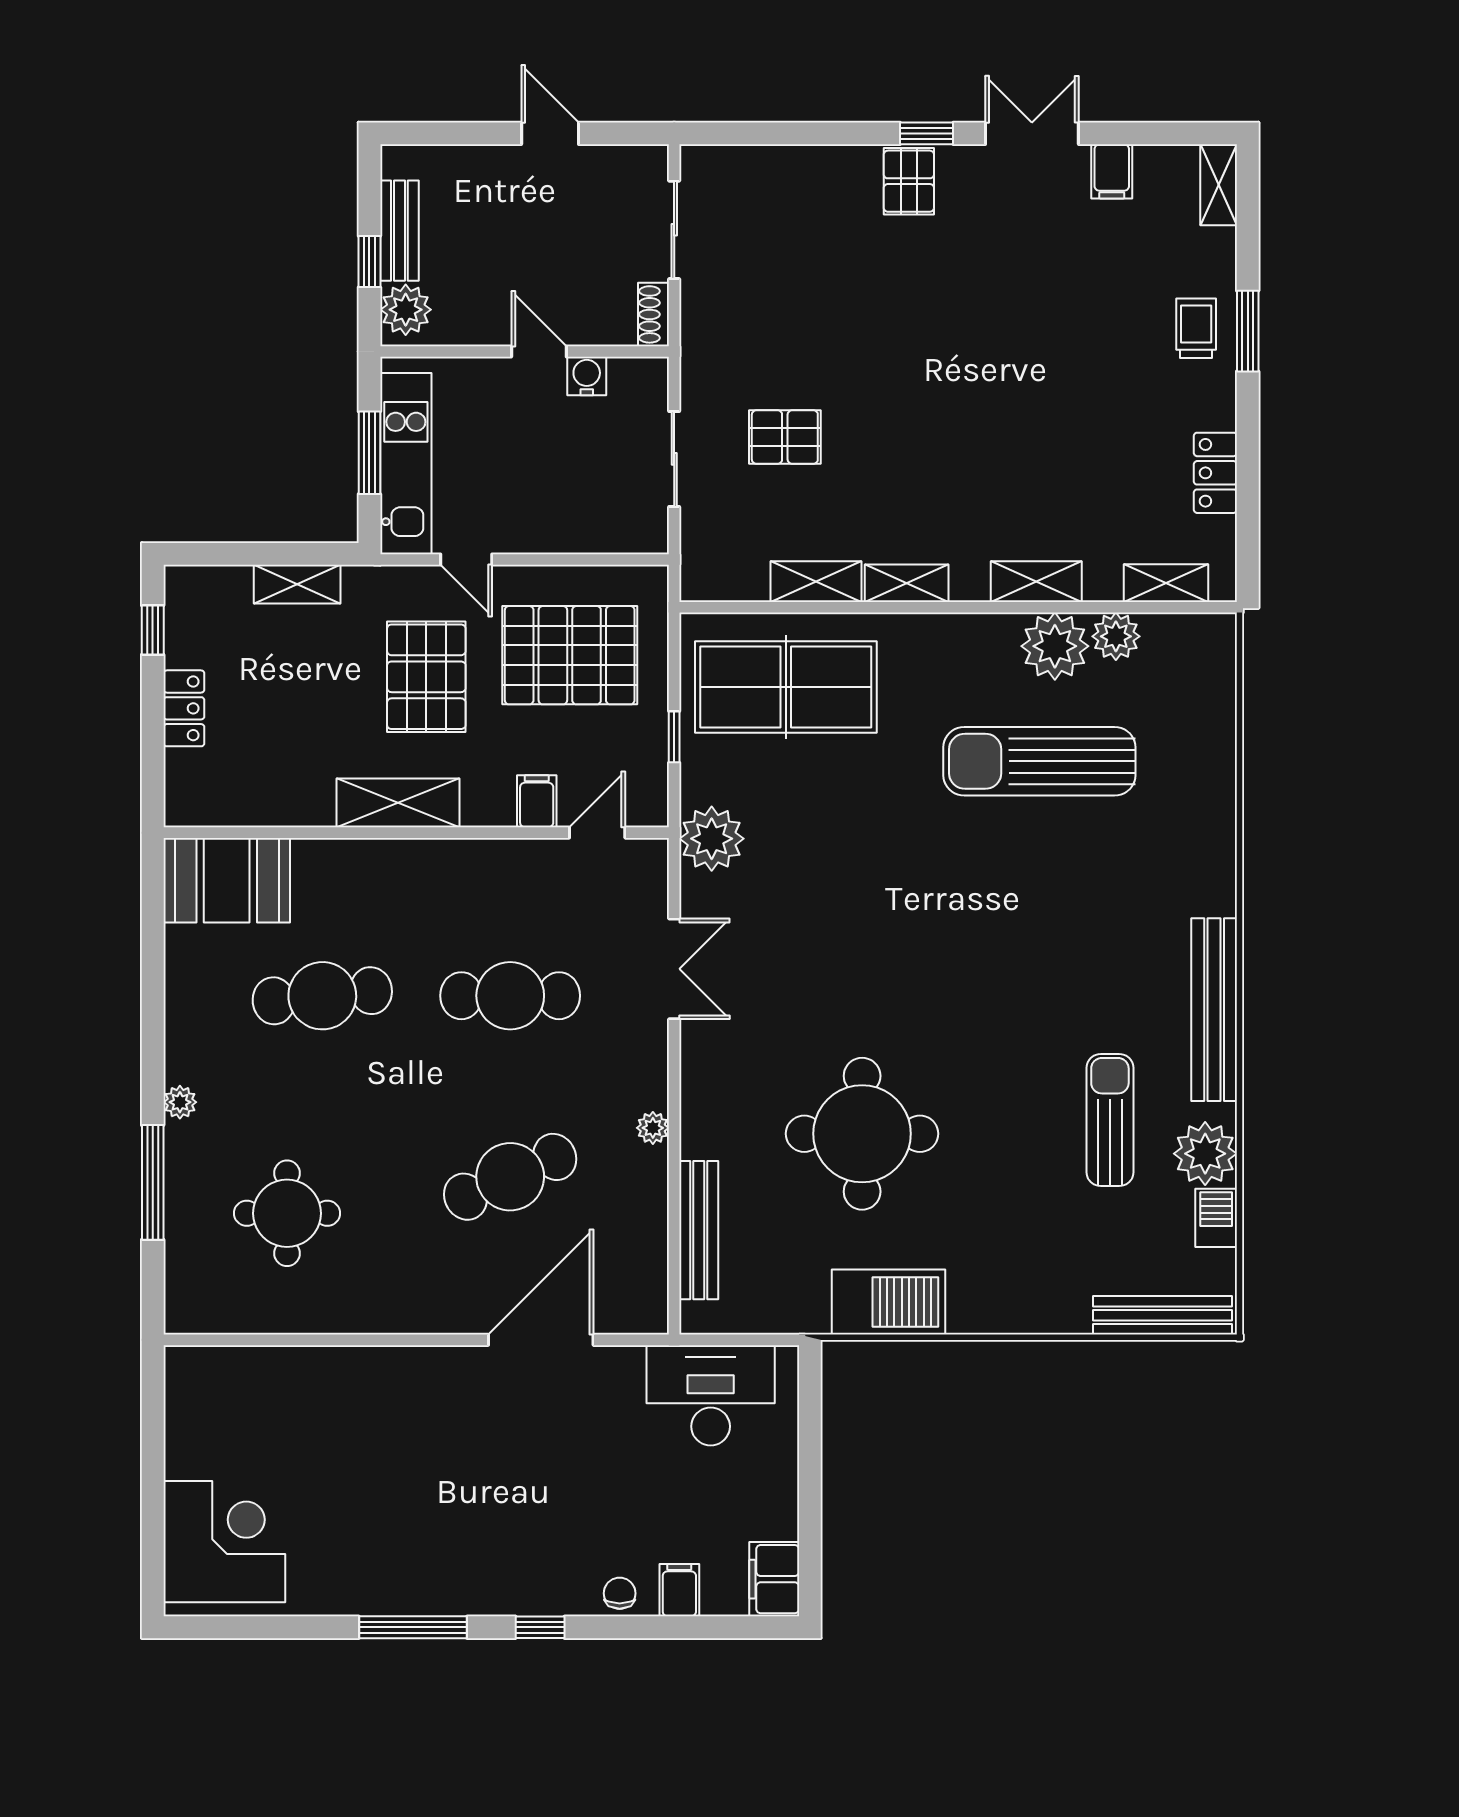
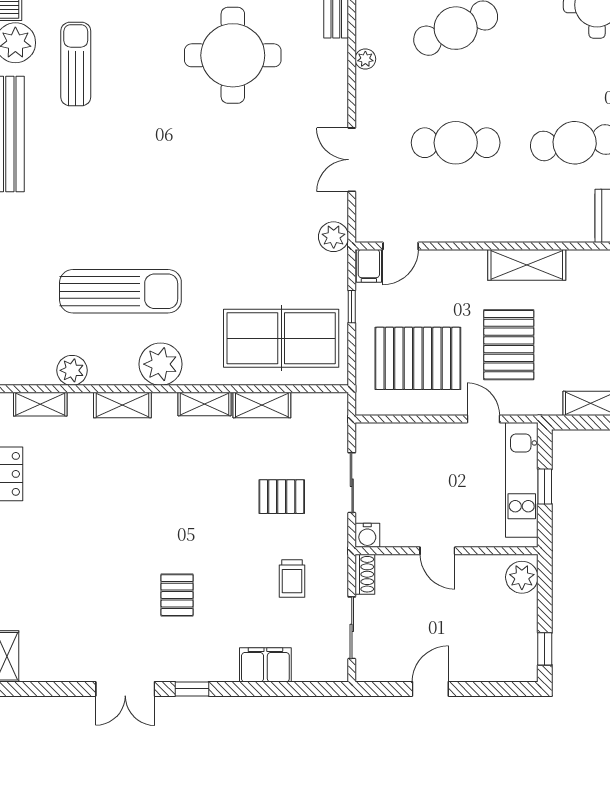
door: (550, 133) -> (430, 689), swing flipped
filing cabinet: (1112, 171) -> (265, 665), moved, width x2.00
pallet: (909, 181) -> (177, 595), moved
bench: (399, 231) -> (526, 627), removed
window: (369, 262) -> (545, 649), moved
trolley: (1196, 328) -> (292, 579), moved
water cooler: (587, 376) -> (367, 535), moved
window: (369, 453) -> (545, 487), width x0.67
plant: (1055, 646) -> (161, 364), moved
filing cabinet: (537, 801) -> (369, 266), moved
plant: (712, 839) -> (334, 237), width x0.73, depth x0.73
sun lounger: (1110, 1120) -> (76, 64), turned 180

